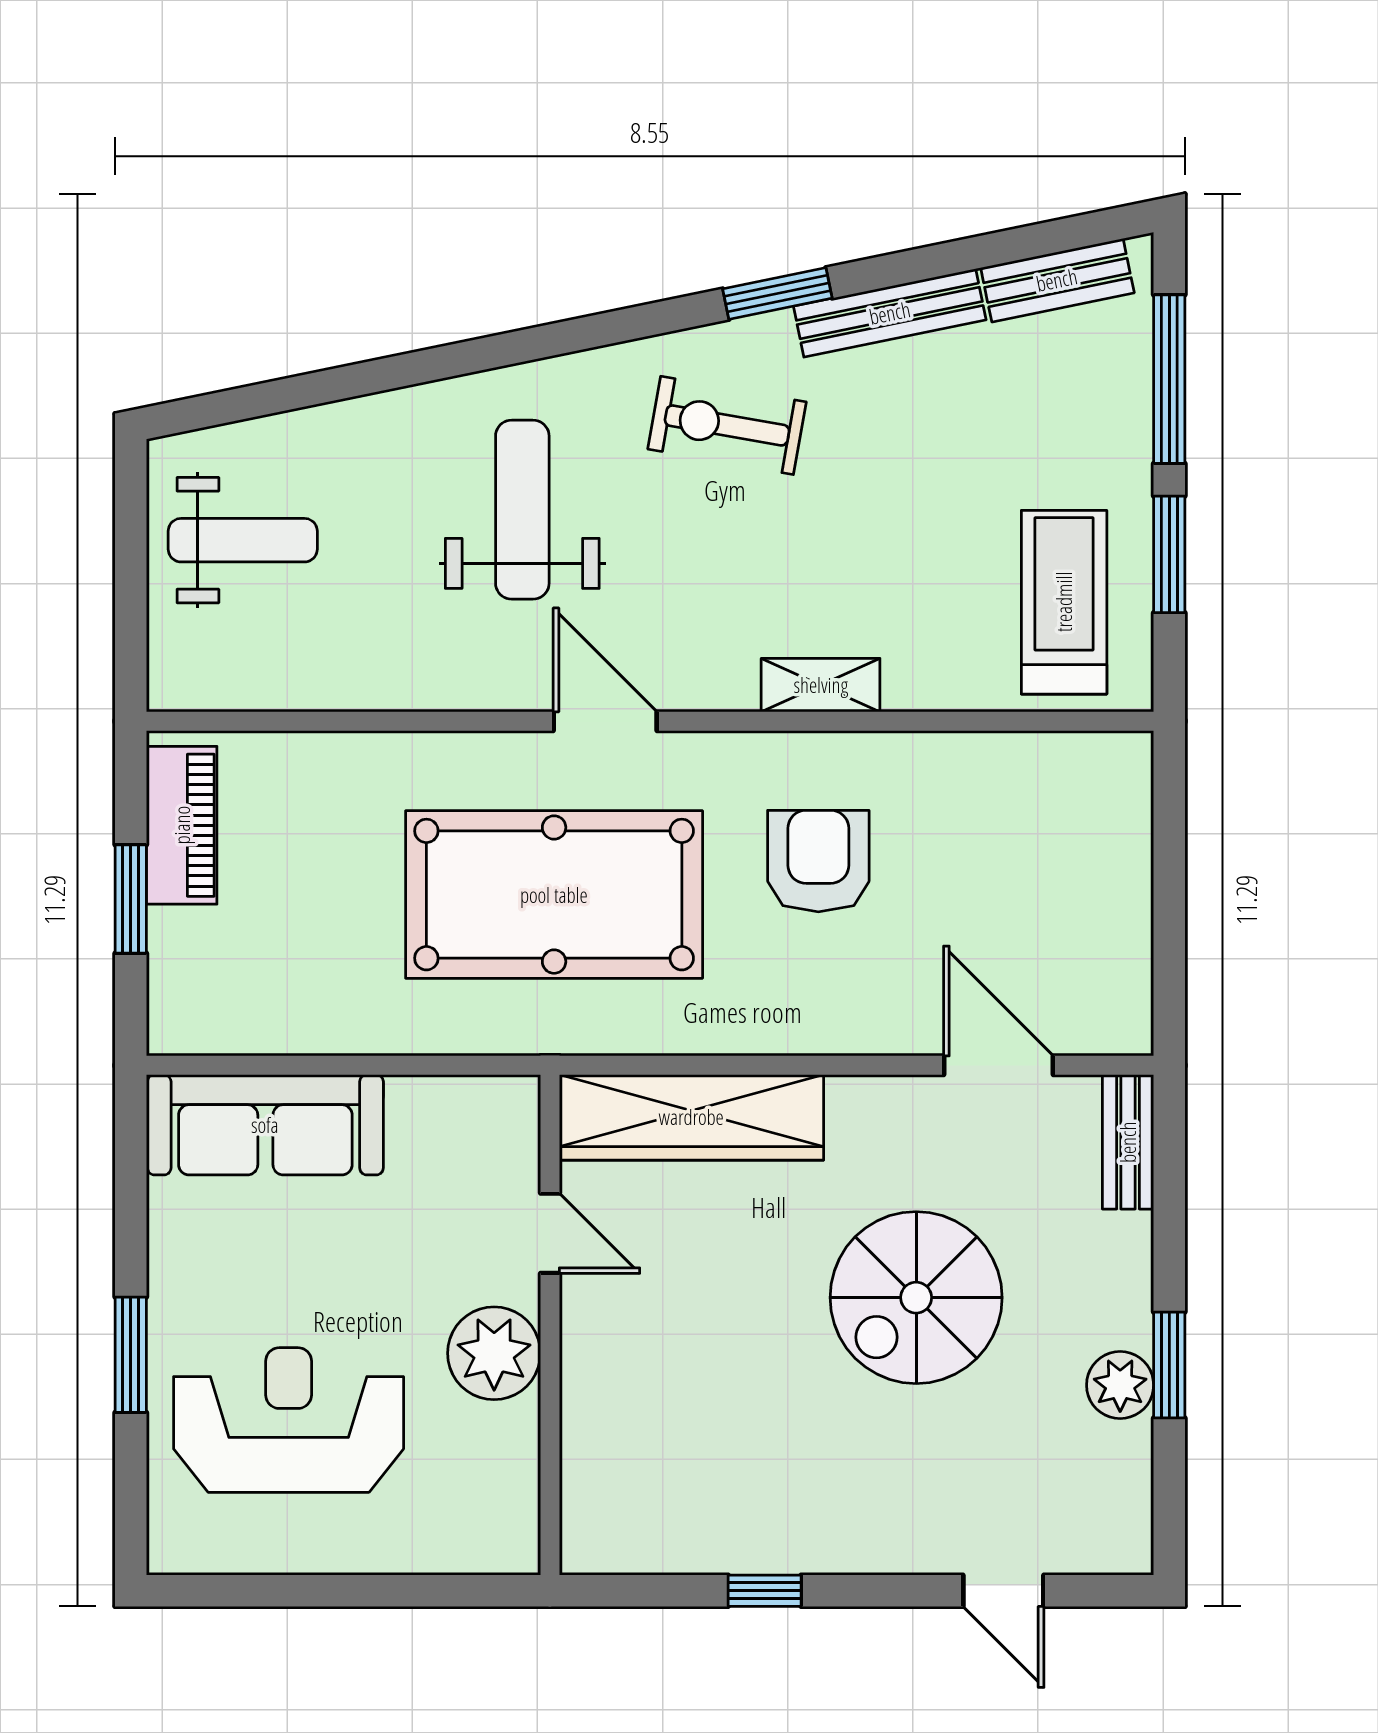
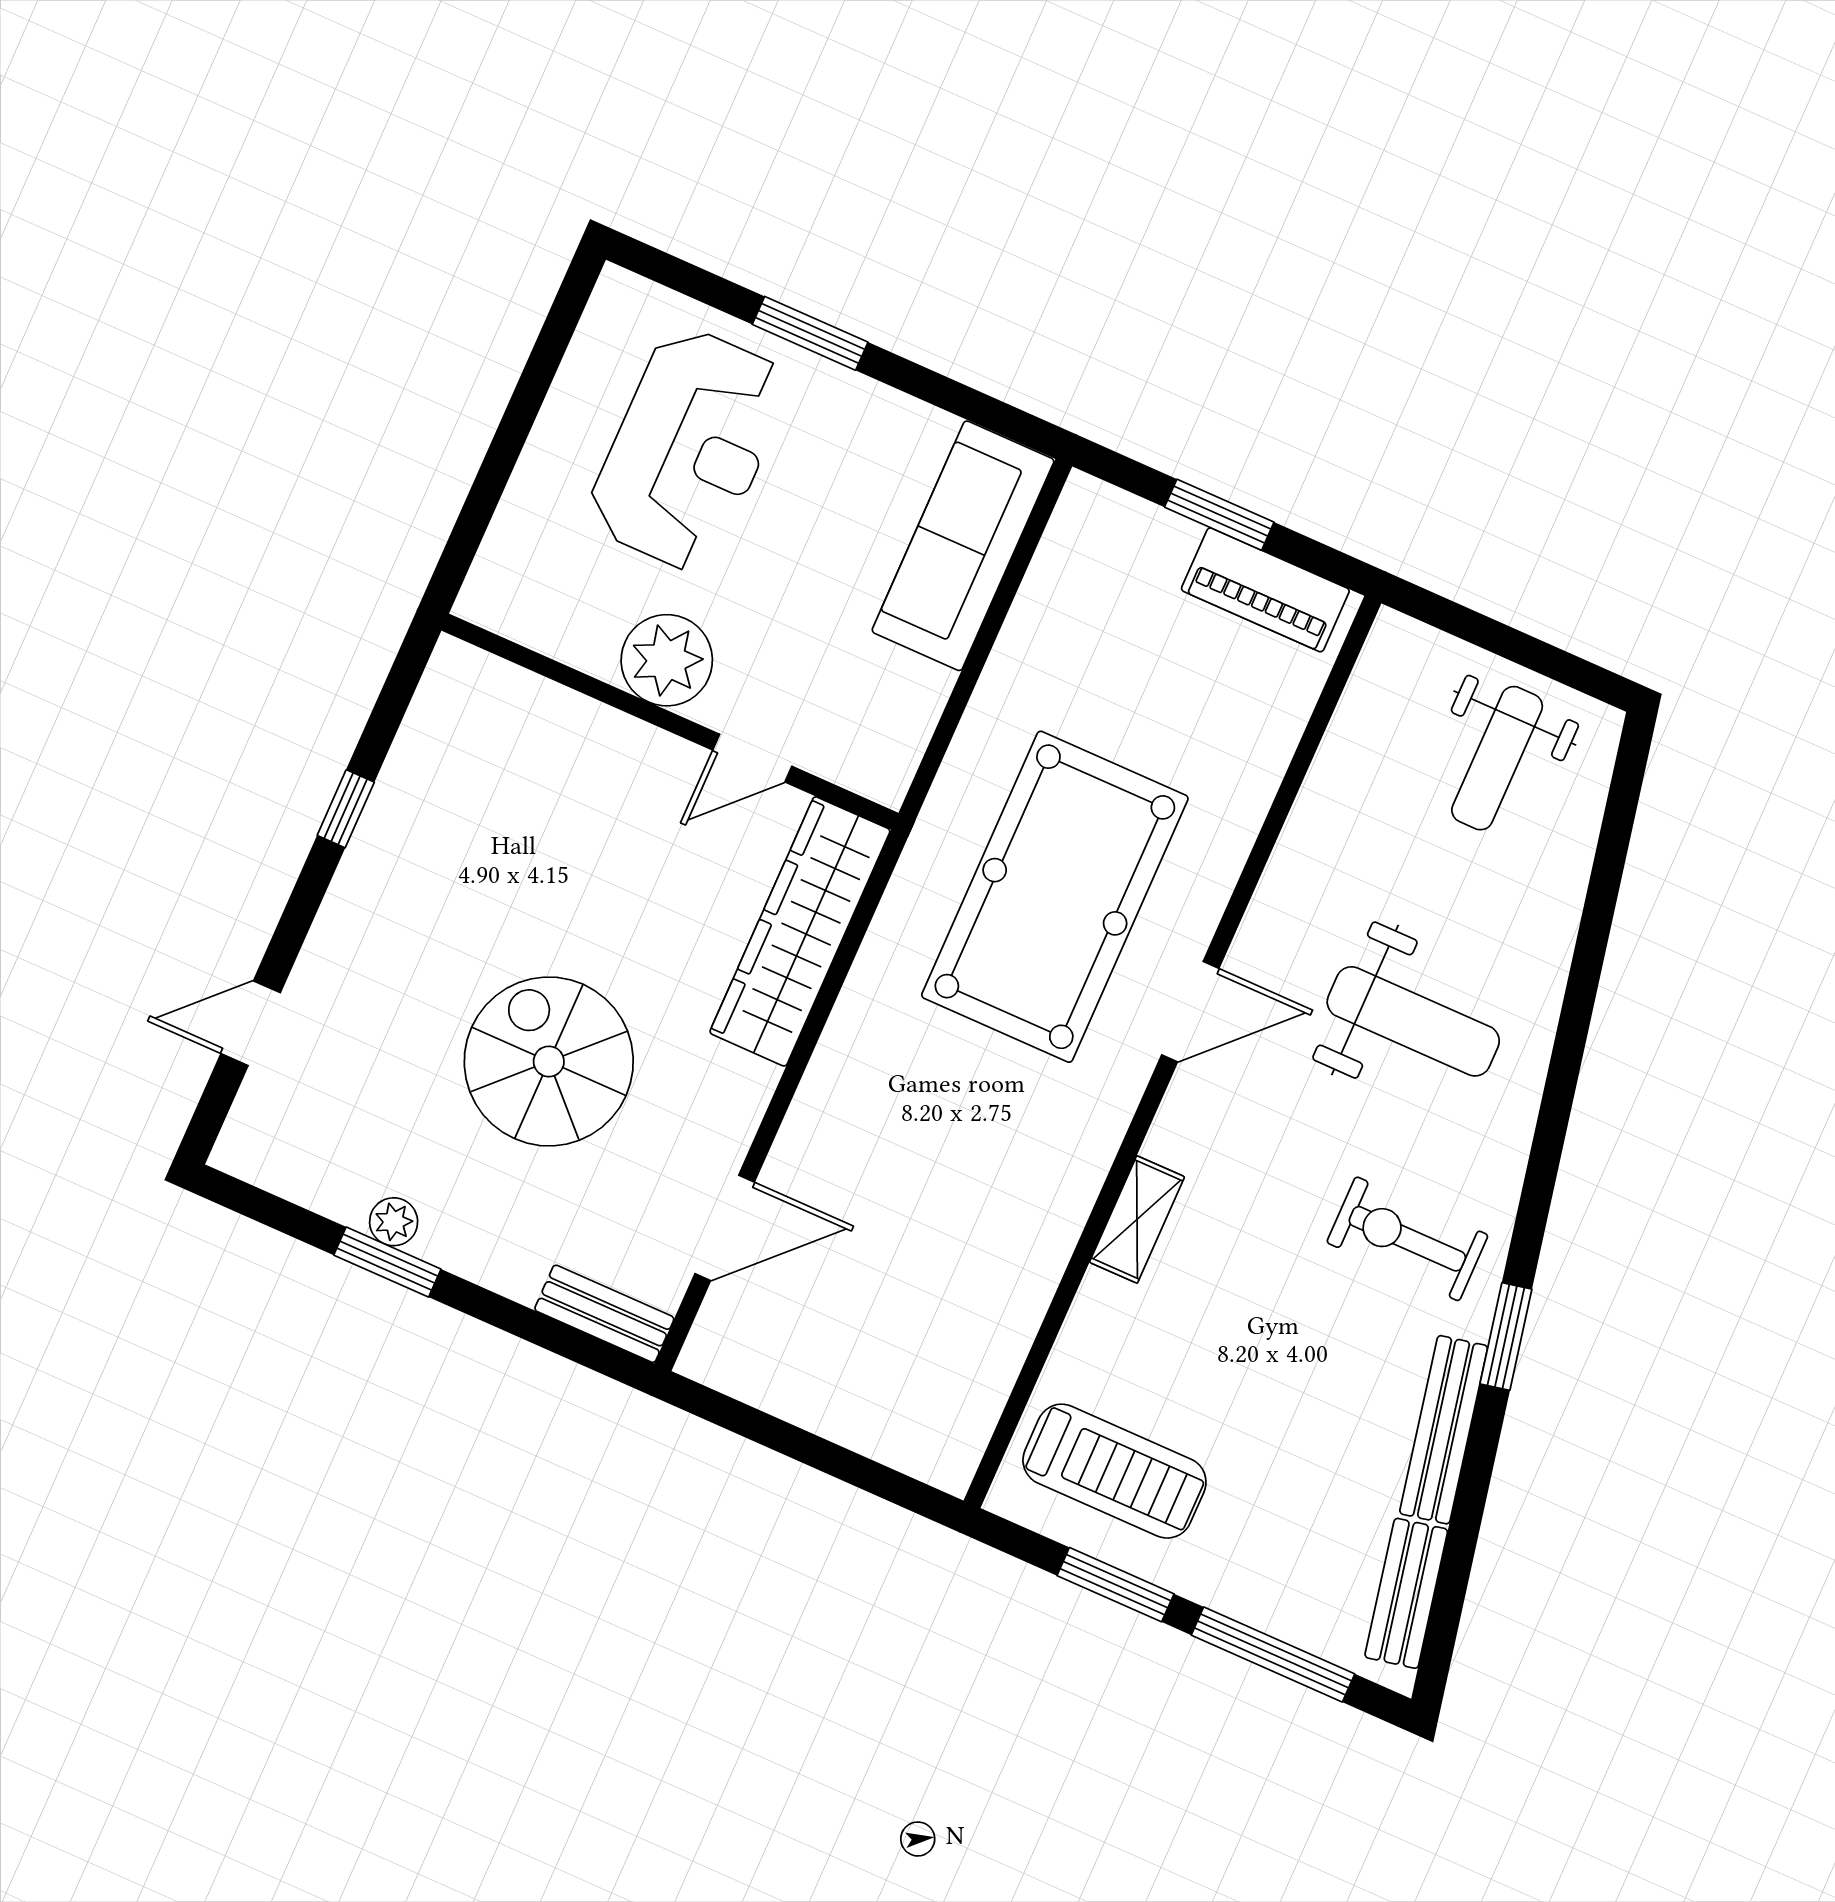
exercise bike: (727, 425) -> (1407, 1239), turned -100
armchair: (818, 861) -> (980, 1147), removed
plant: (1120, 1385) -> (394, 1222), width x0.73, depth x0.73

